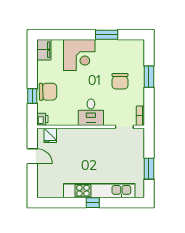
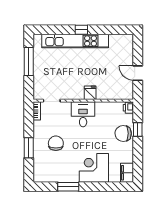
fridge: (50, 135) -> (90, 93), moved
window: (149, 169) -> (29, 62), width x1.44

